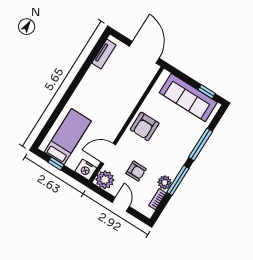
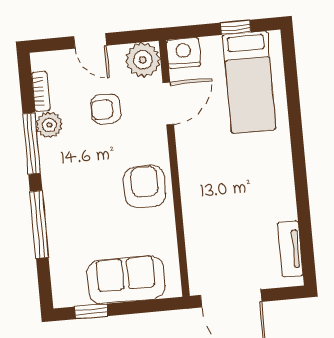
sofa: (188, 98) -> (126, 280), width x0.73

